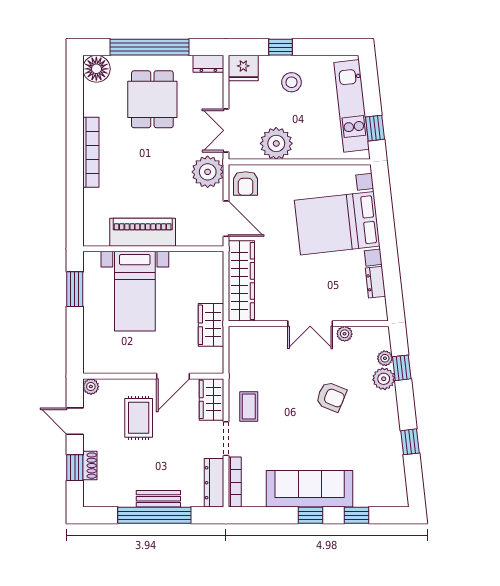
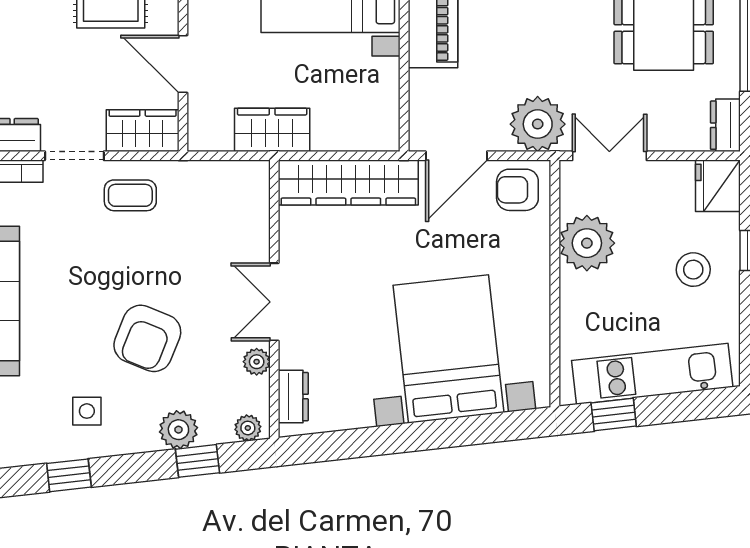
dresser: (375, 282) -> (293, 397), moved, turned 96
plant: (385, 358) -> (248, 428), moved
armchair: (331, 397) -> (147, 338), width x1.38, depth x1.38
side table: (373, 432) -> (87, 411), added

